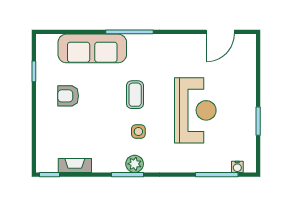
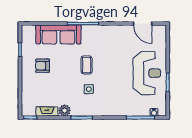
door: (220, 32) -> (143, 24), hinge flipped
reception desk: (195, 110) -> (147, 73), moved
plant: (135, 164) -> (65, 110), moved

